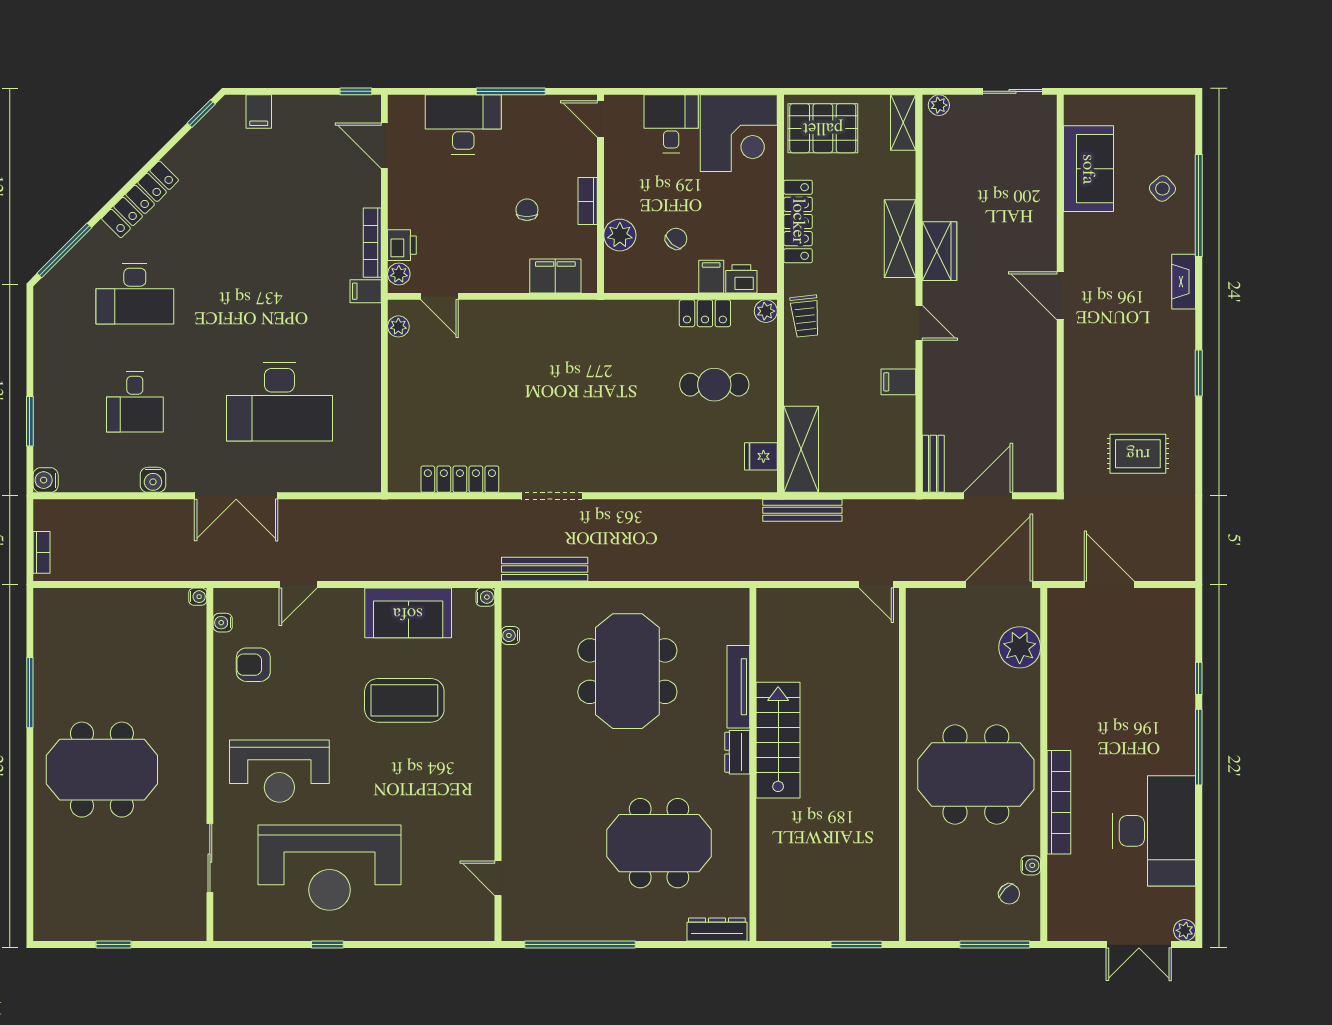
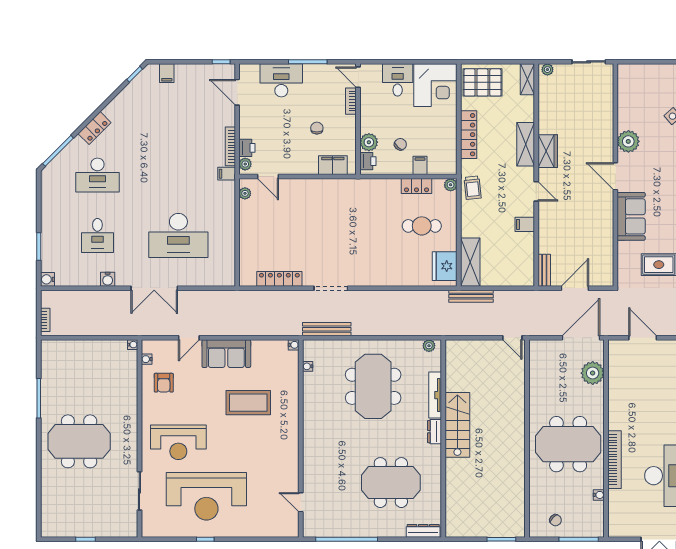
sofa: (1088, 169) -> (631, 216), moved
locker: (140, 199) -> (95, 128), width x0.66
bookcase: (588, 201) -> (351, 101), moved
plant: (1083, 234) -> (628, 141), added
printer: (741, 279) -> (368, 161), moved, turned 90
fridge: (761, 456) -> (445, 266), width x1.88, depth x1.34
plant: (727, 599) -> (429, 346), added
sofa: (408, 613) -> (226, 354), moved
armchair: (253, 665) -> (164, 383), turned -90
chair: (1009, 894) -> (556, 520), moved

